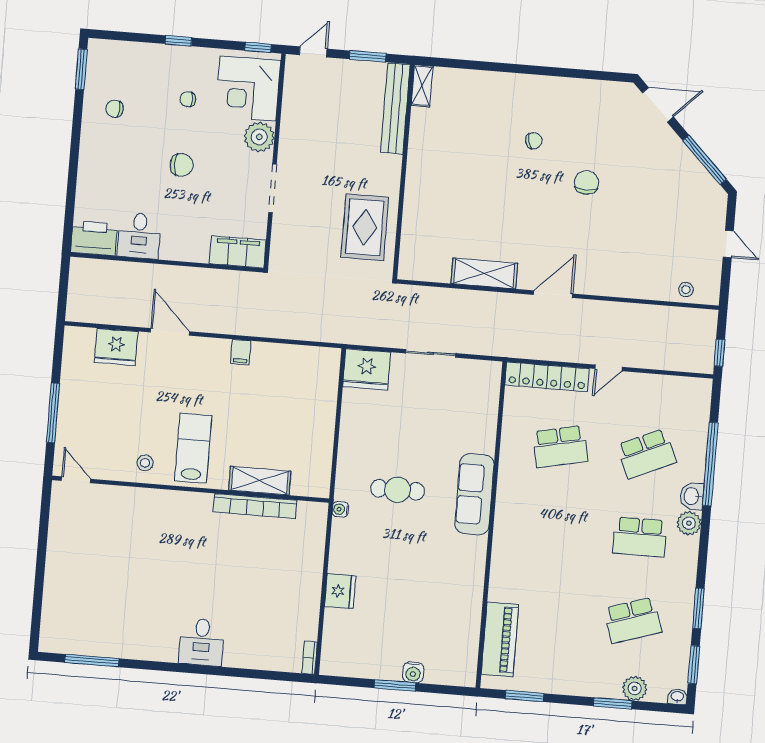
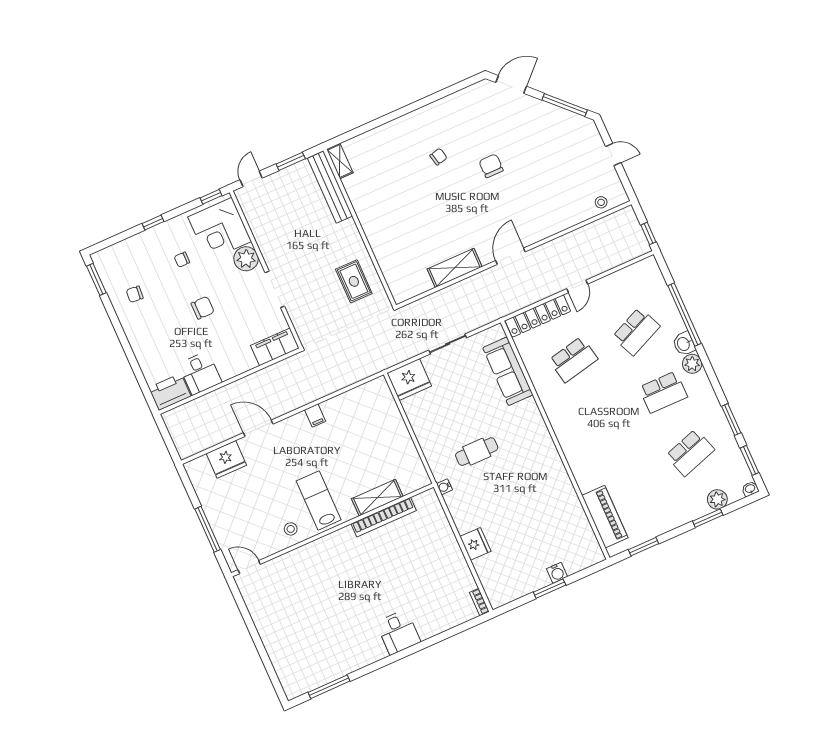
rug: (365, 227) -> (354, 281), width x0.73, depth x0.70
sofa: (474, 494) -> (508, 371), moved

